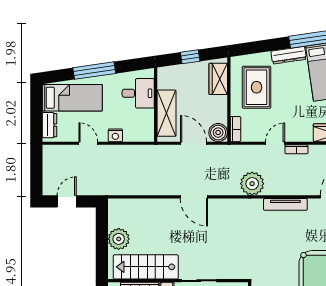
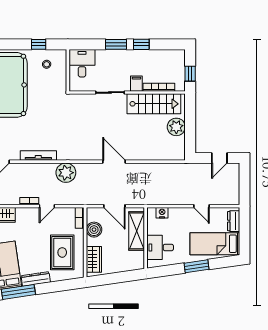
window: (190, 57) -> (117, 278), removed
window: (94, 71) -> (196, 266), width x0.69
boiler: (218, 133) -> (94, 230), moved
nightstand: (115, 135) -> (162, 213), moved

